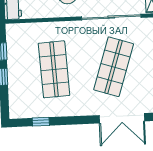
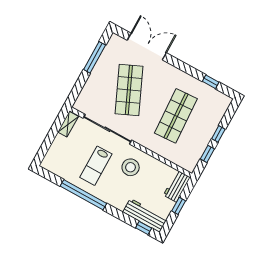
shop shelf: (114, 67) -> (129, 90), turned -42

